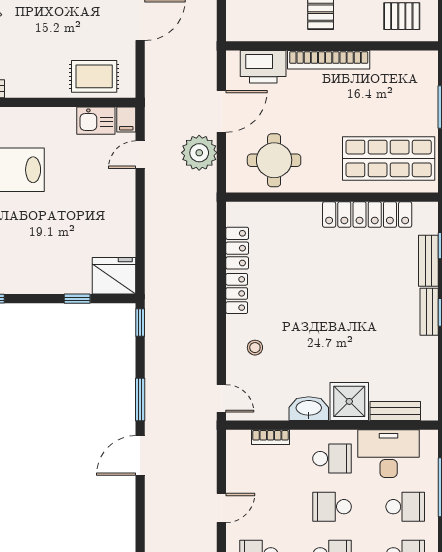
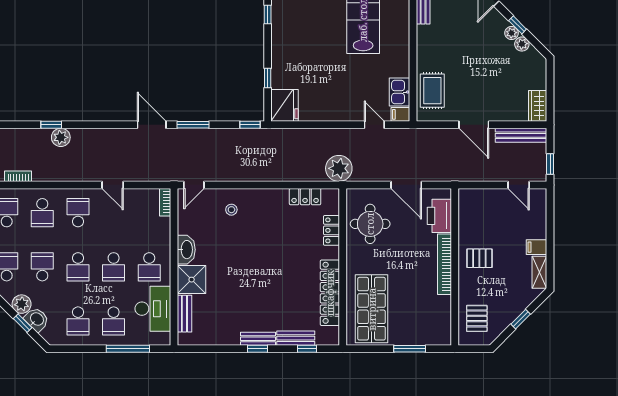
plant: (199, 153) -> (339, 168), moved
locker: (237, 293) -> (332, 230), moved, turned 90
bookcase: (270, 437) -> (165, 202), moved
school desk: (332, 507) -> (114, 267), turned 180

